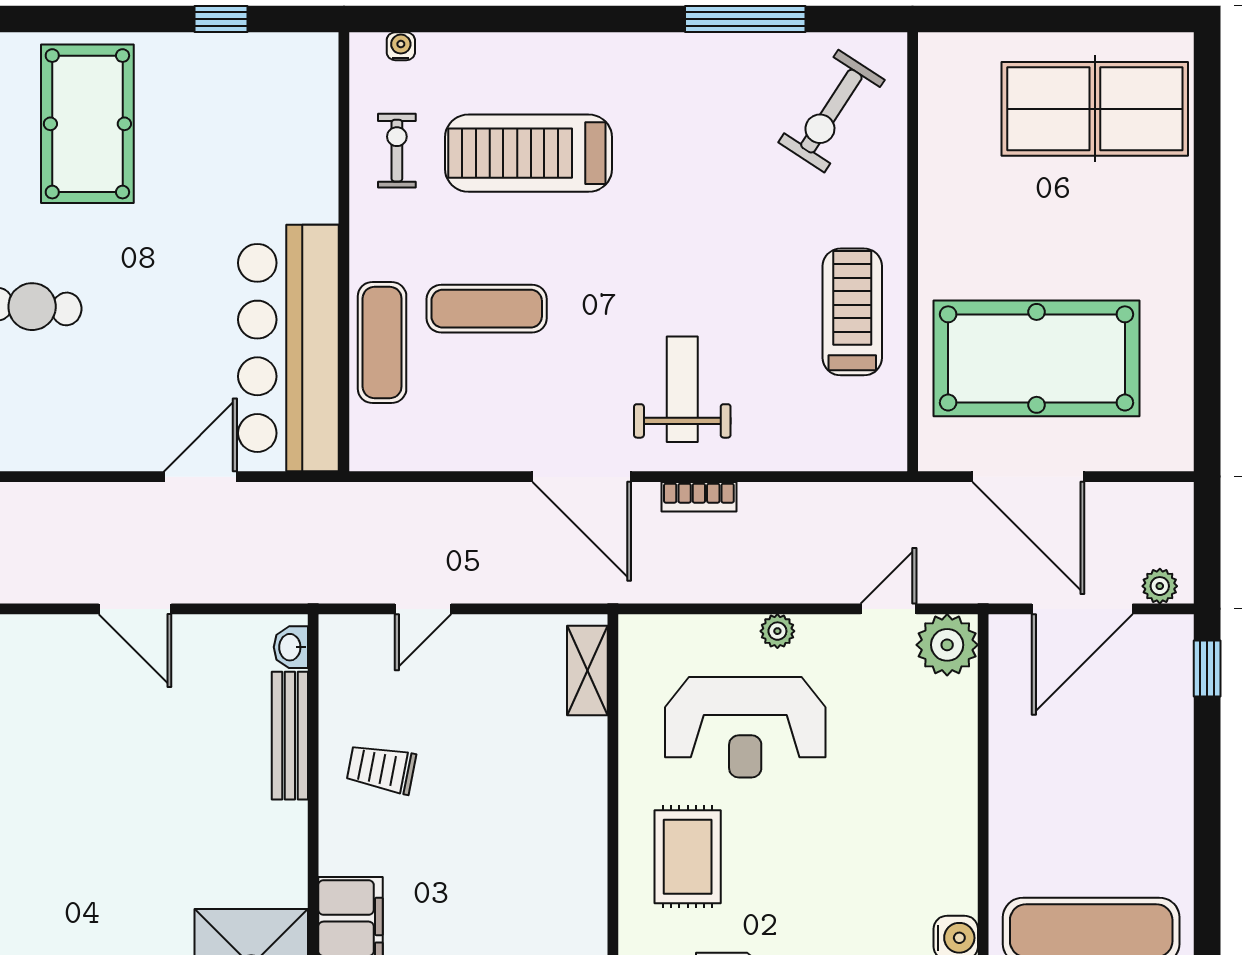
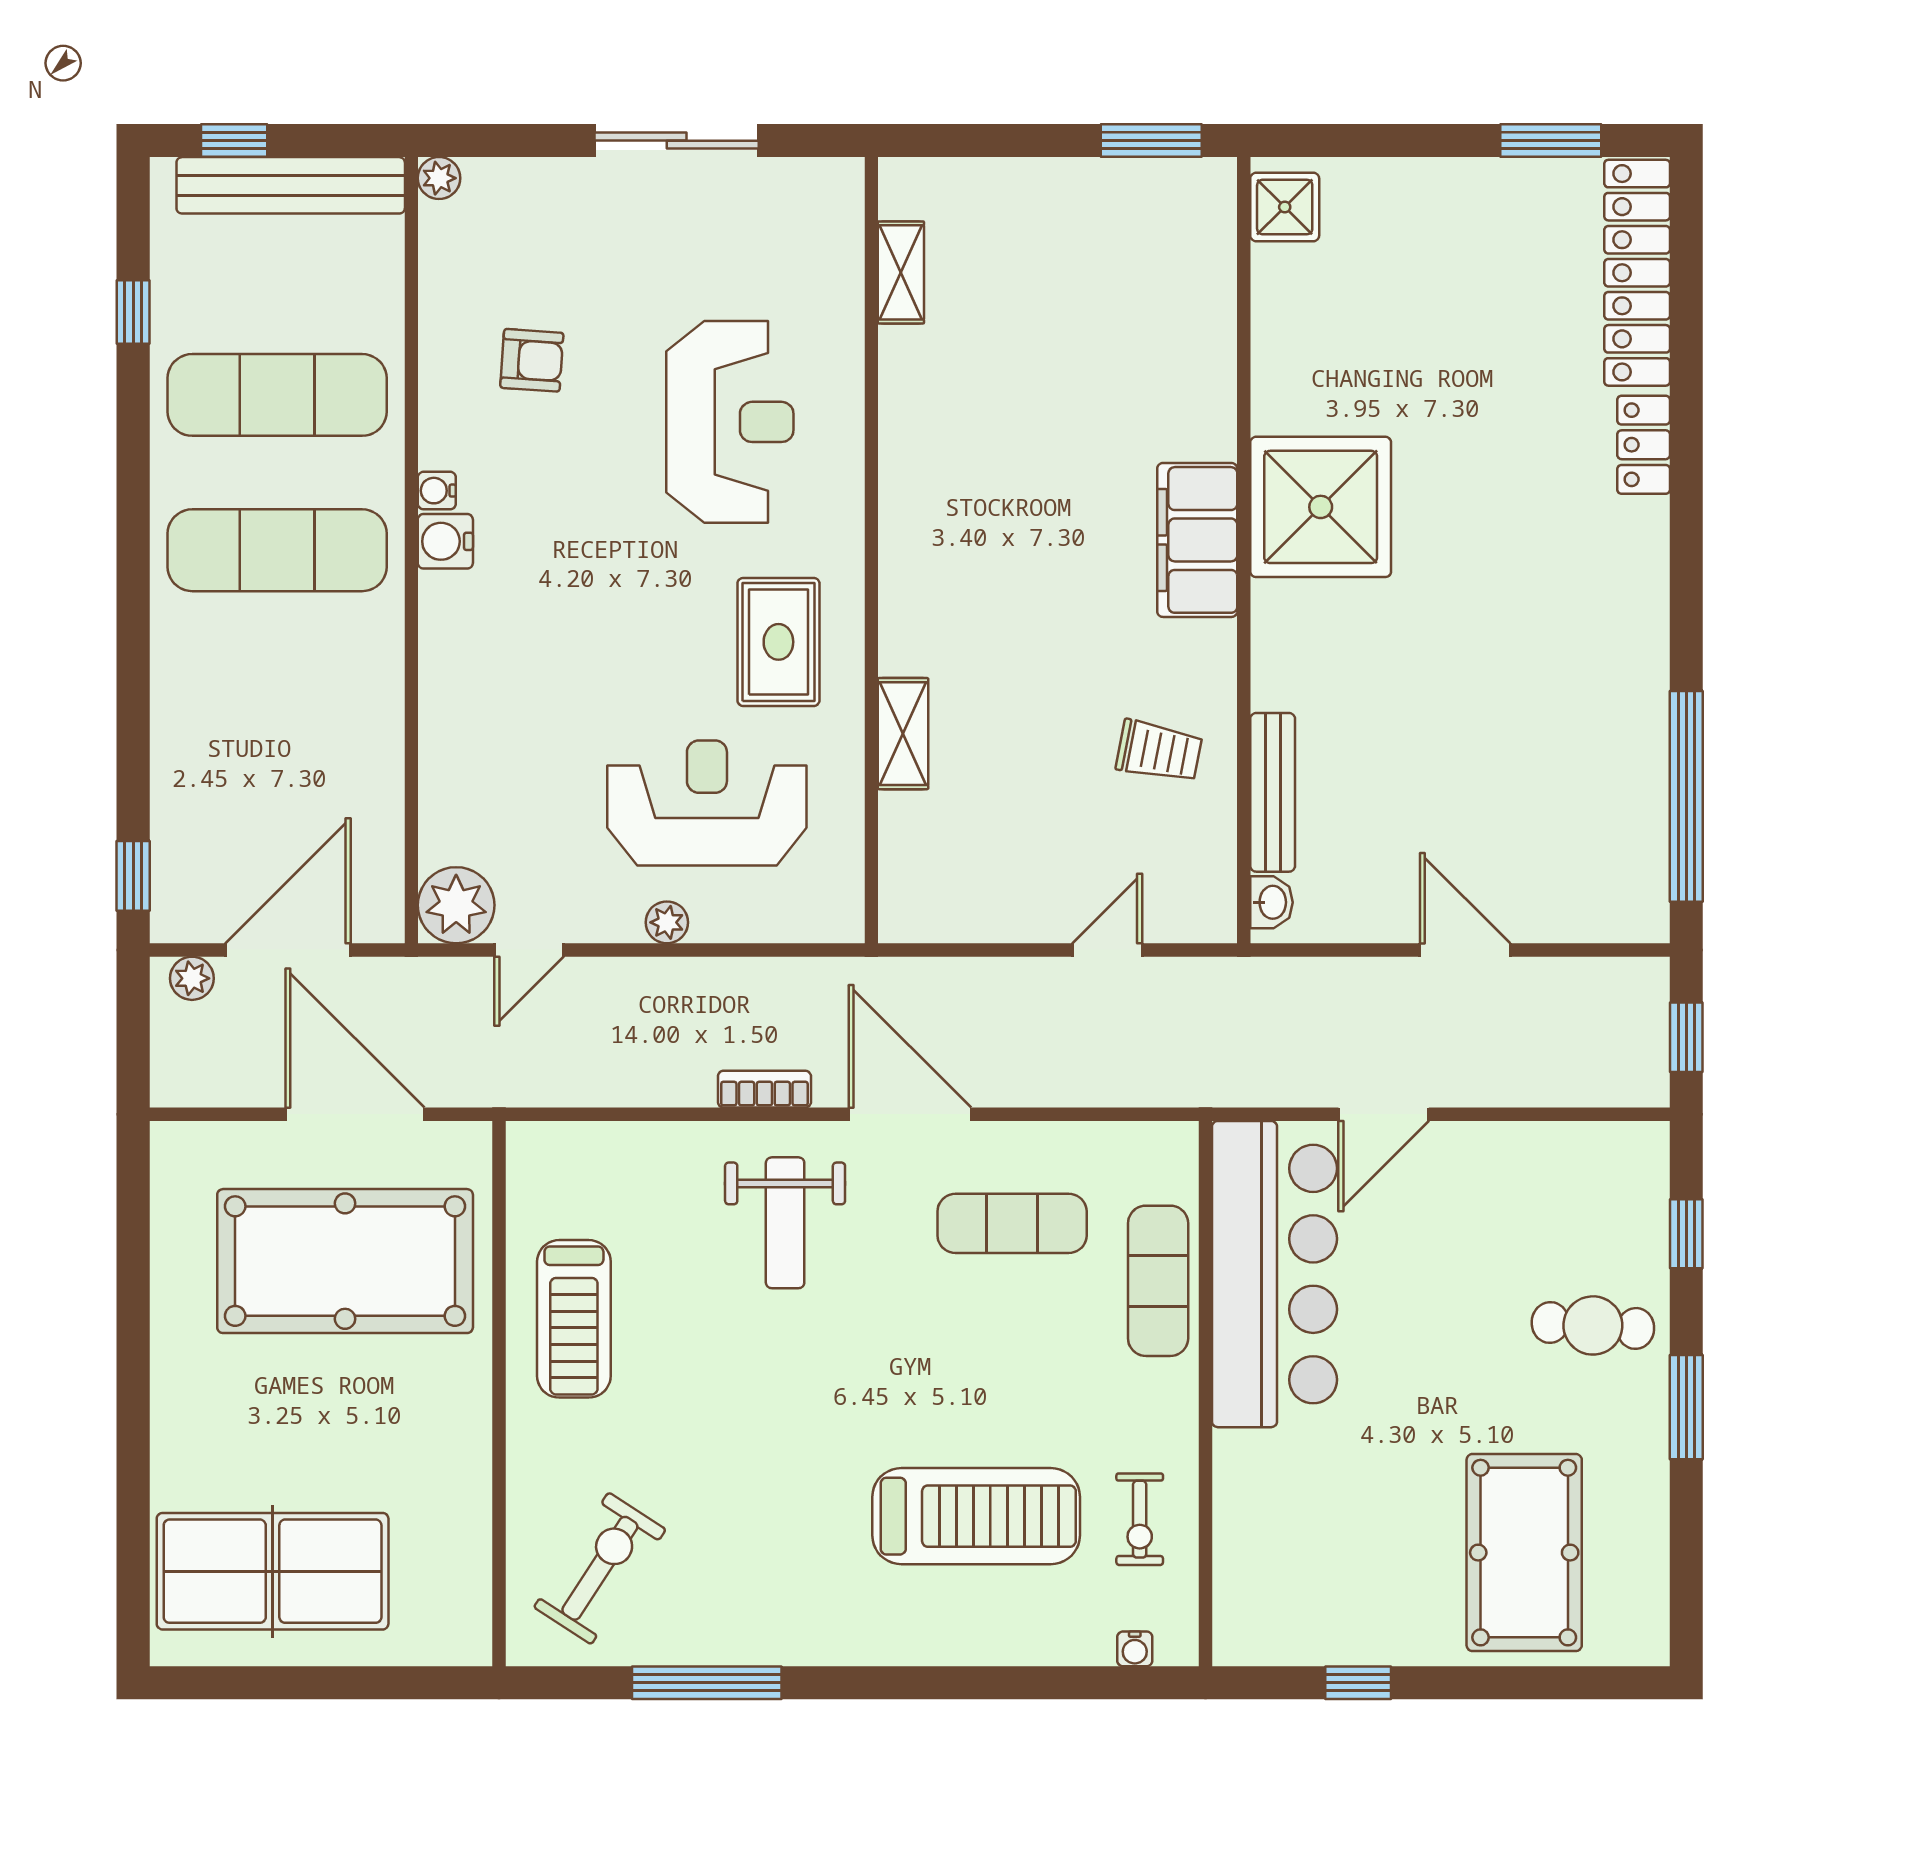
exercise mat: (487, 309) -> (1012, 1223), moved
shelving: (587, 670) -> (903, 734), moved

